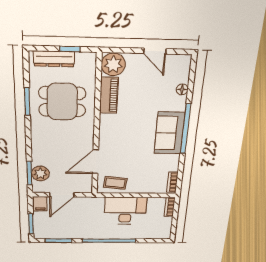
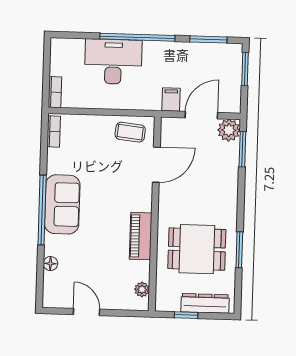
plant: (113, 64) -> (142, 289), width x0.53, depth x0.53
piano: (109, 95) -> (141, 236), moved
plant: (40, 174) -> (229, 130), moved
filing cabinet: (40, 204) -> (171, 100), moved
desk: (125, 211) -> (113, 62), moved, turned 180

